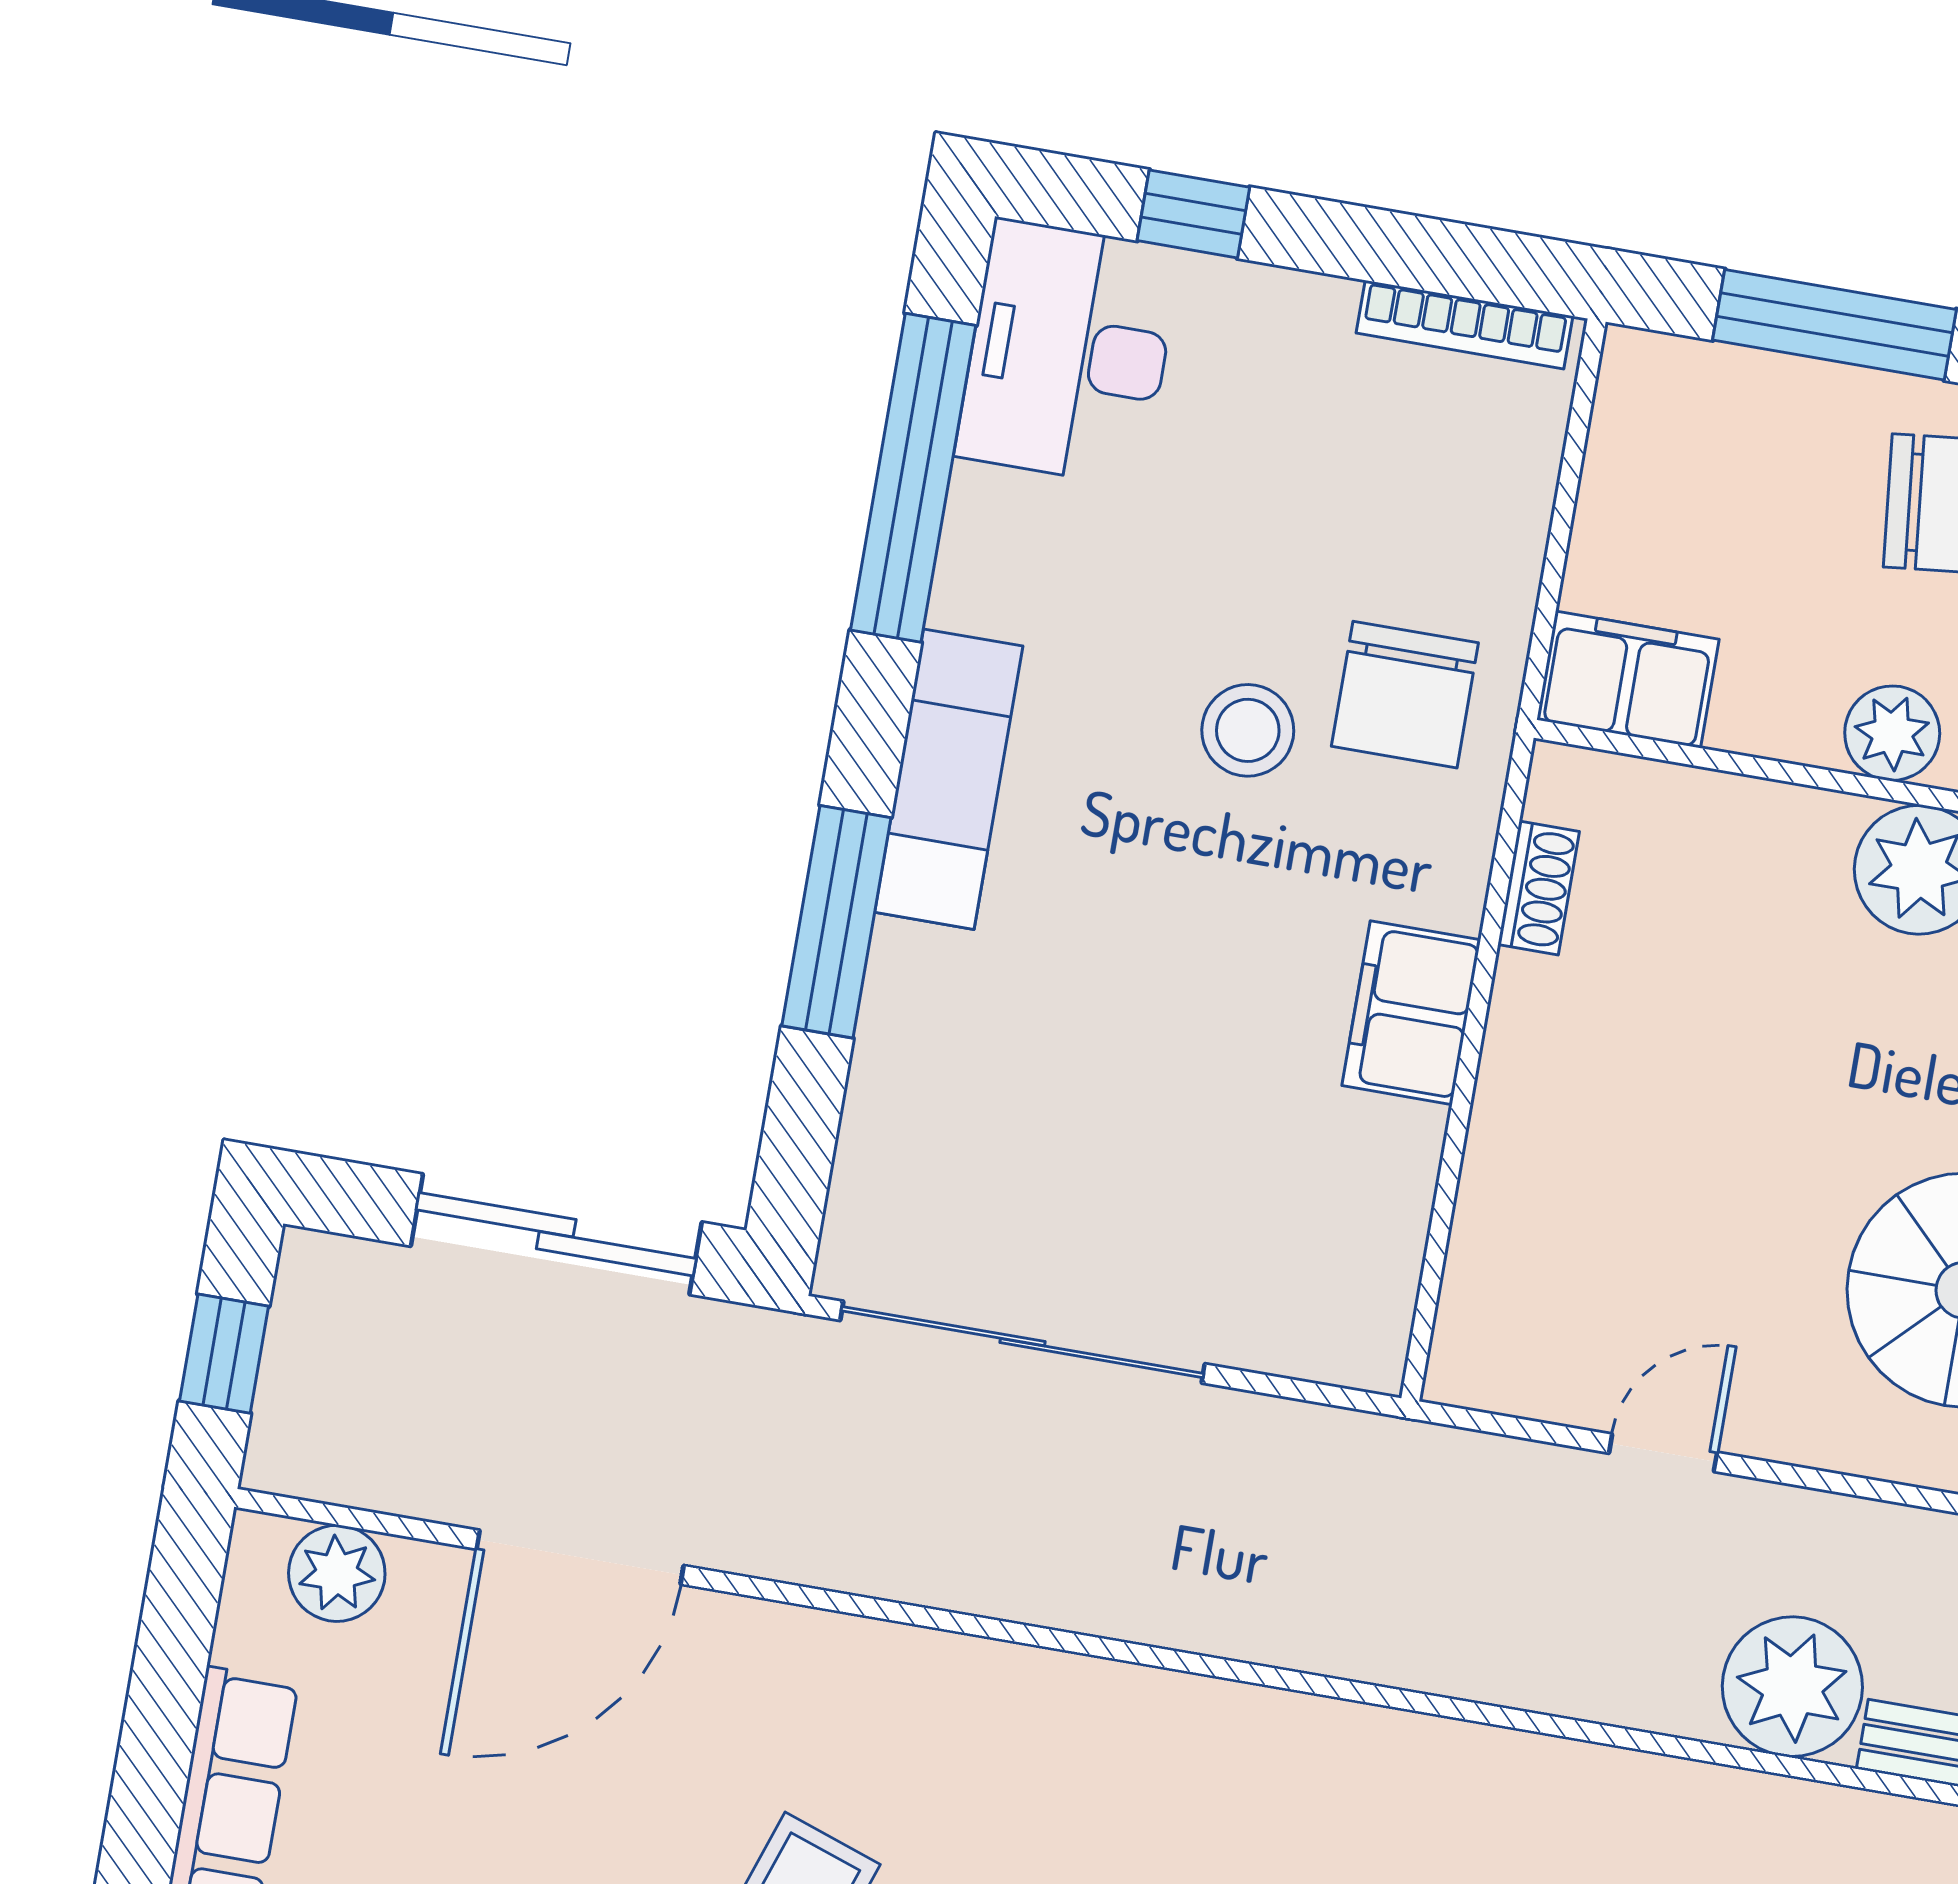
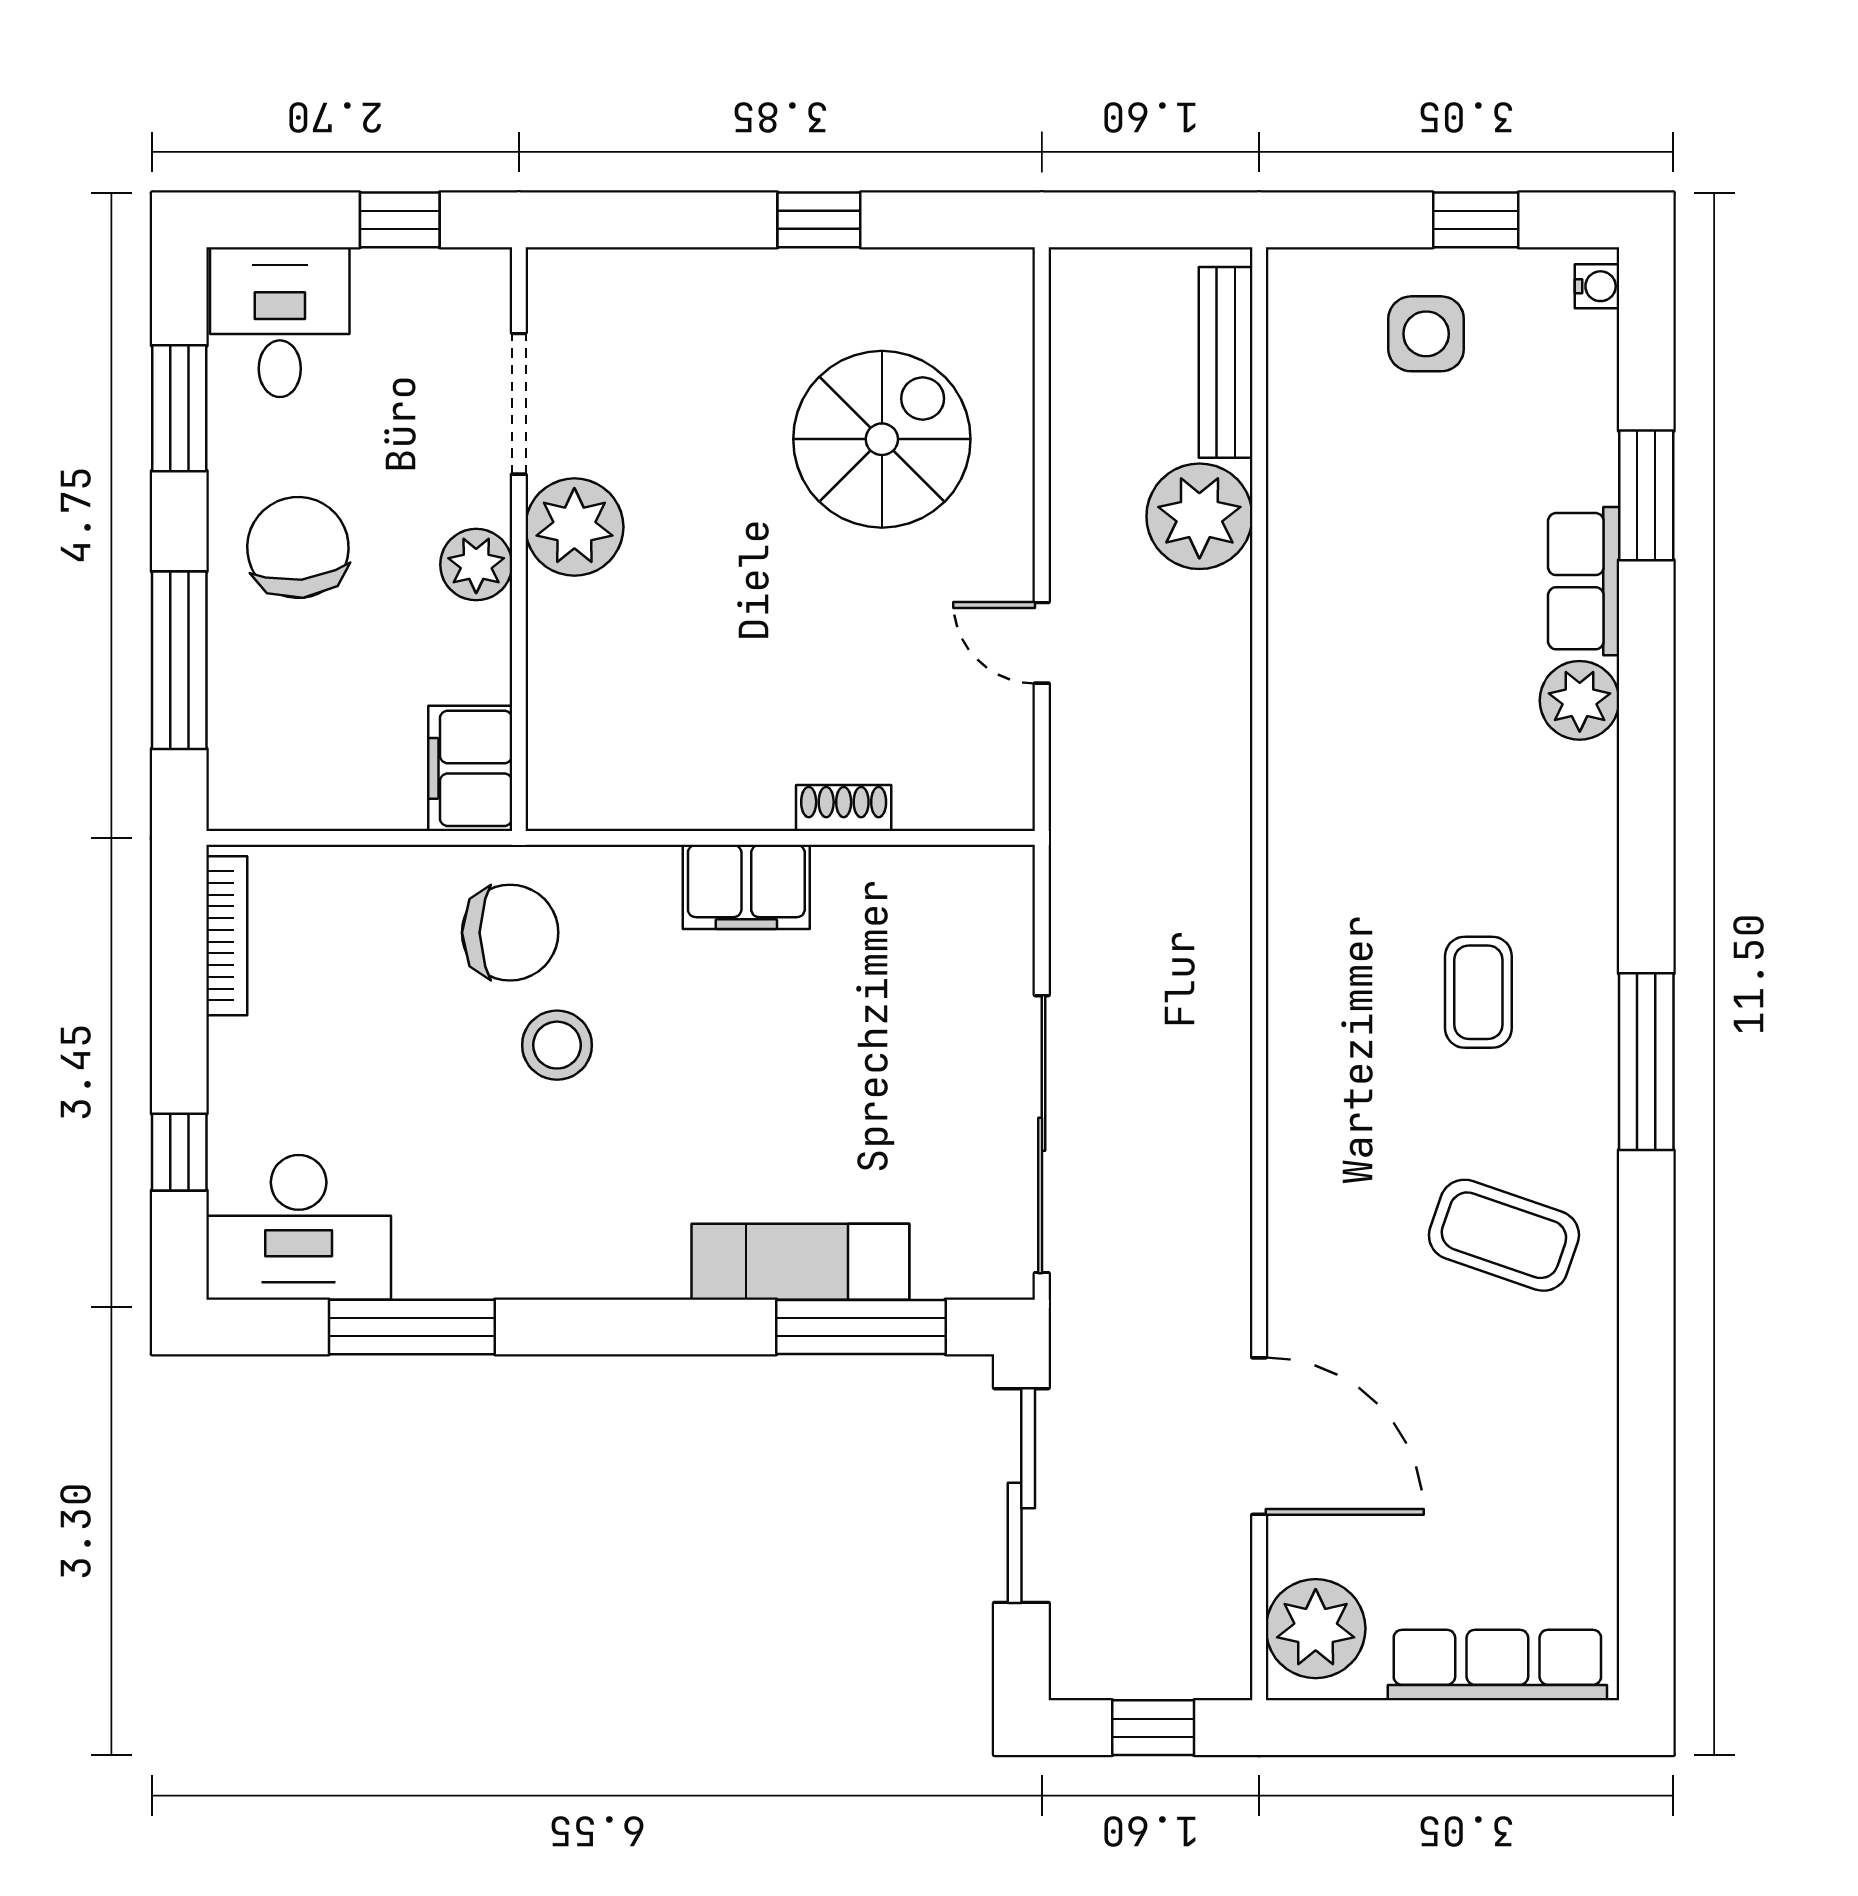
window: (913, 478) -> (412, 1327), width x0.68
exam couch: (949, 779) -> (800, 1262), moved
shoe rack: (1539, 888) -> (844, 808), moved
window: (836, 922) -> (861, 1327), moved
plant: (337, 1573) -> (1316, 1629), width x1.36, depth x1.36

